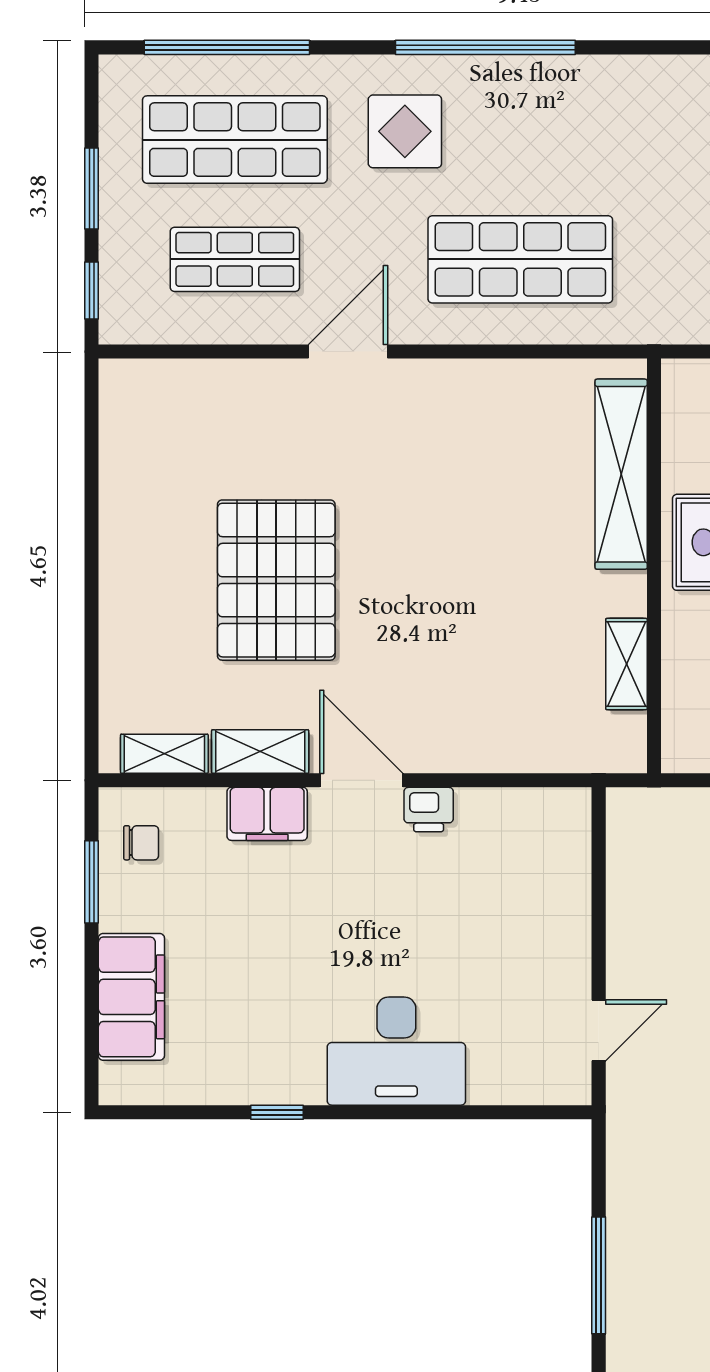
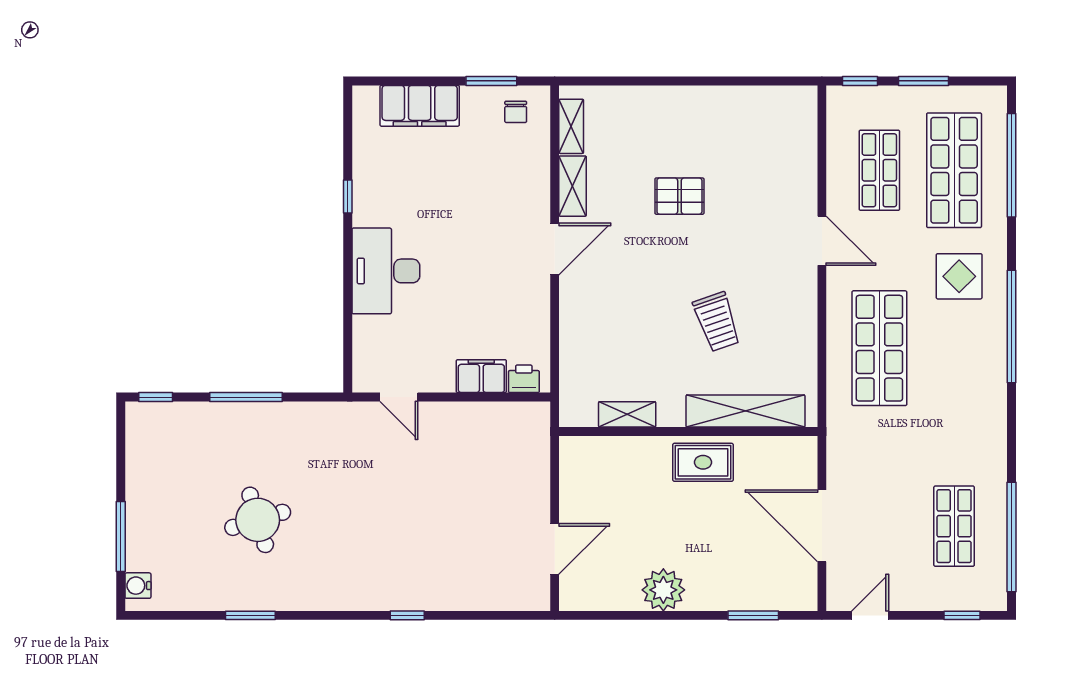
trolley: (478, 520) -> (717, 322), added
pallet: (276, 580) -> (679, 196), width x0.49, depth x0.50
printer: (429, 810) -> (524, 379), moved, turned 90
filing cabinet: (267, 814) -> (481, 376), moved, turned 90

